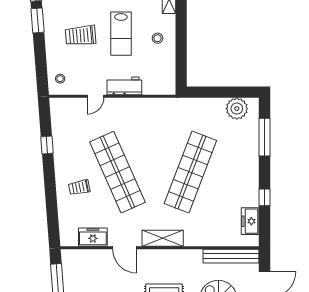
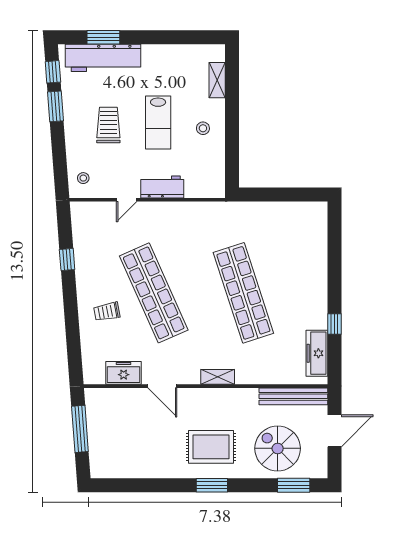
trolley: (81, 36) -> (108, 125), turned 95
plant: (237, 109) -> (300, 215), removed
window: (264, 137) -> (335, 250), removed
shop shelf: (190, 172) -> (243, 293), turned -39
freezer: (250, 221) -> (317, 353), width x1.40
shelving: (163, 238) -> (218, 377), width x0.67, depth x0.75

